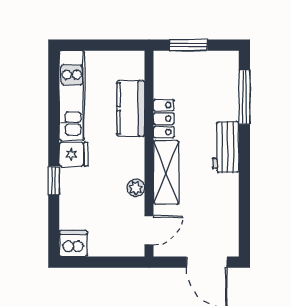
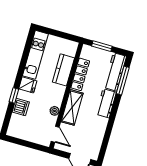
workbench: (226, 85) -> (115, 72), added
locker: (164, 119) -> (80, 74), width x1.53
door: (149, 230) -> (55, 134), hinge flipped
dishwasher: (73, 244) -> (21, 107), moved, turned 90

